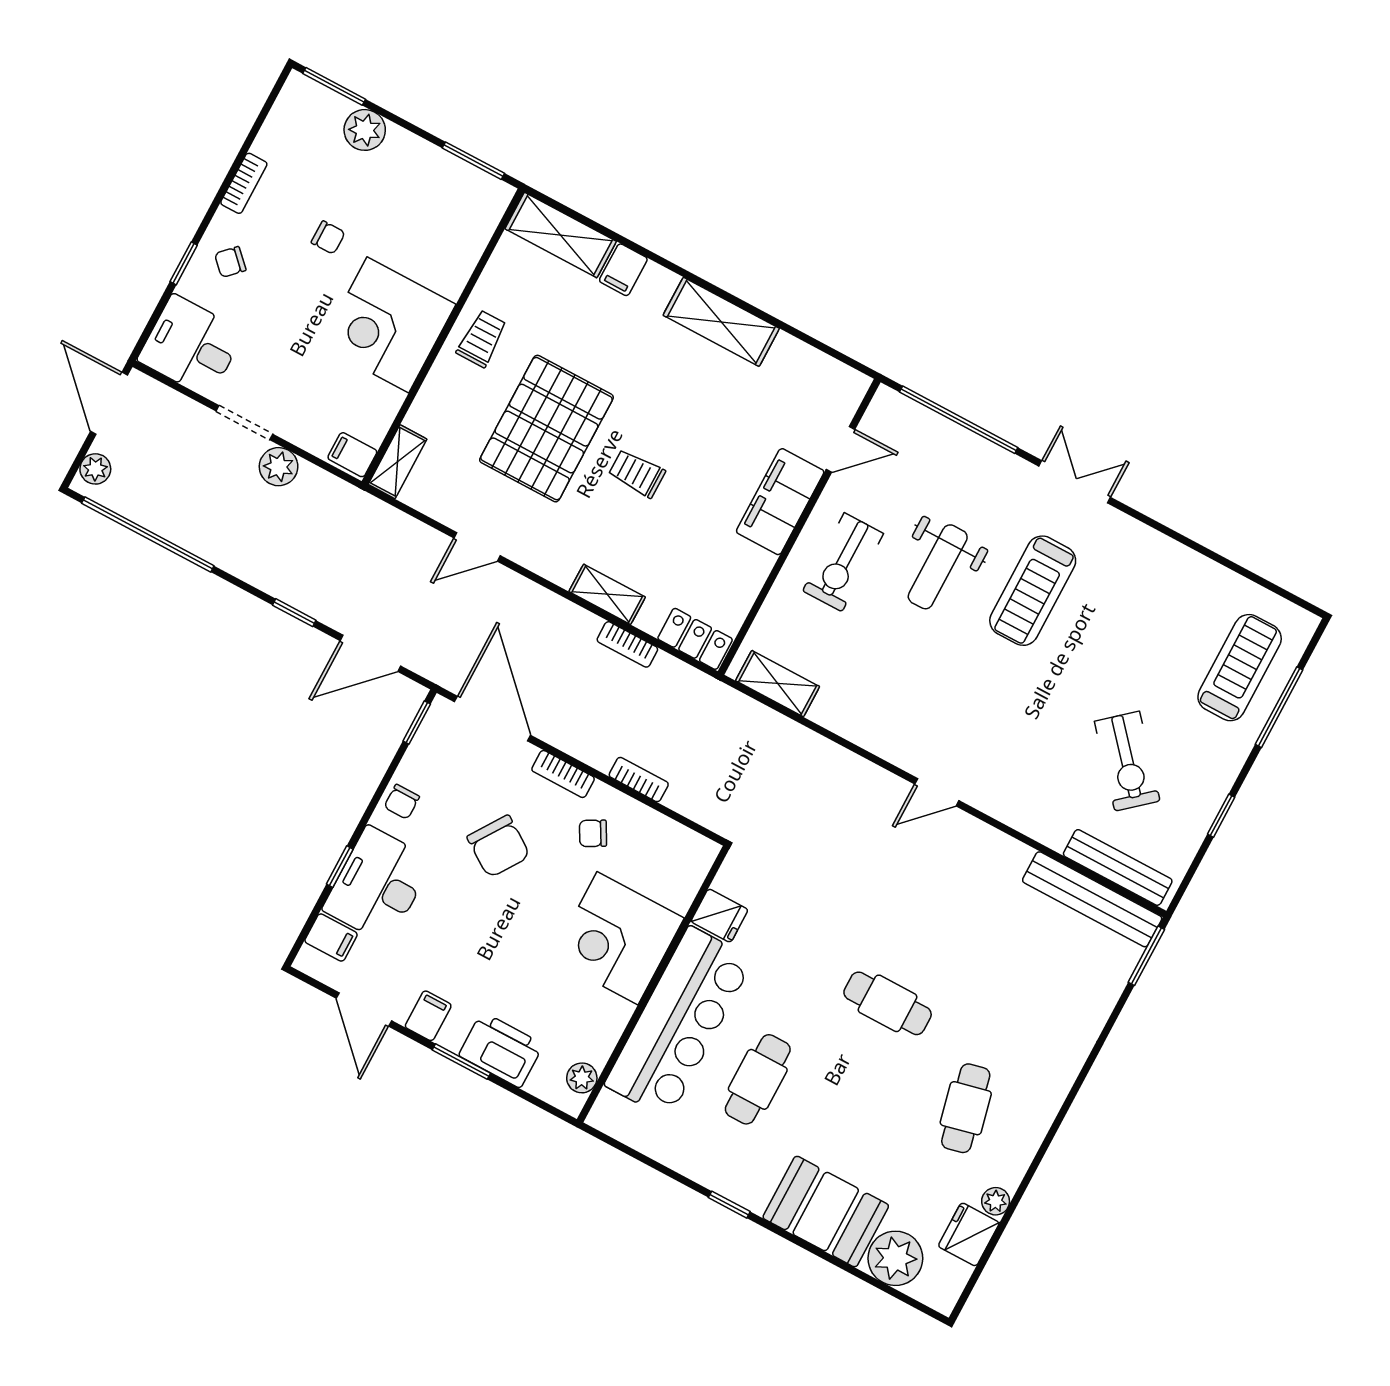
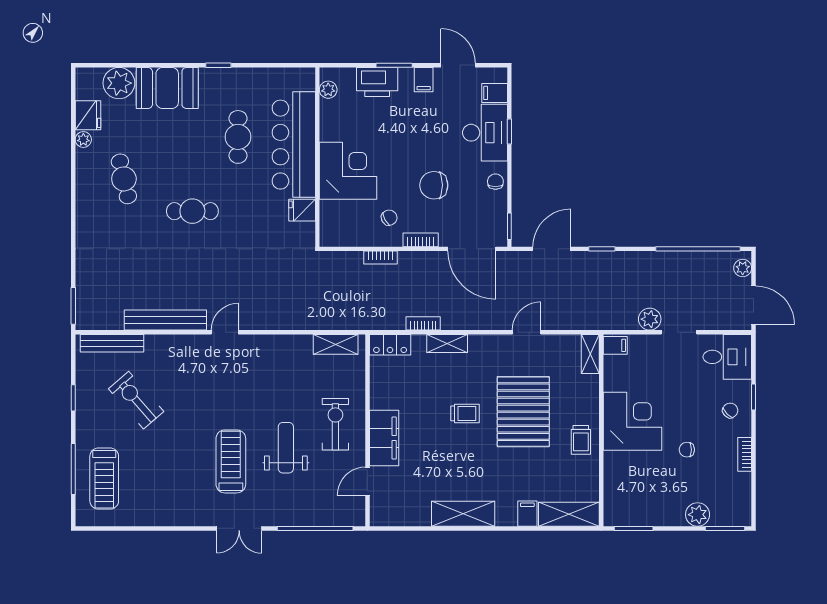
chair: (499, 846) -> (434, 185), turned -34
bench: (1092, 899) -> (165, 320), moved

